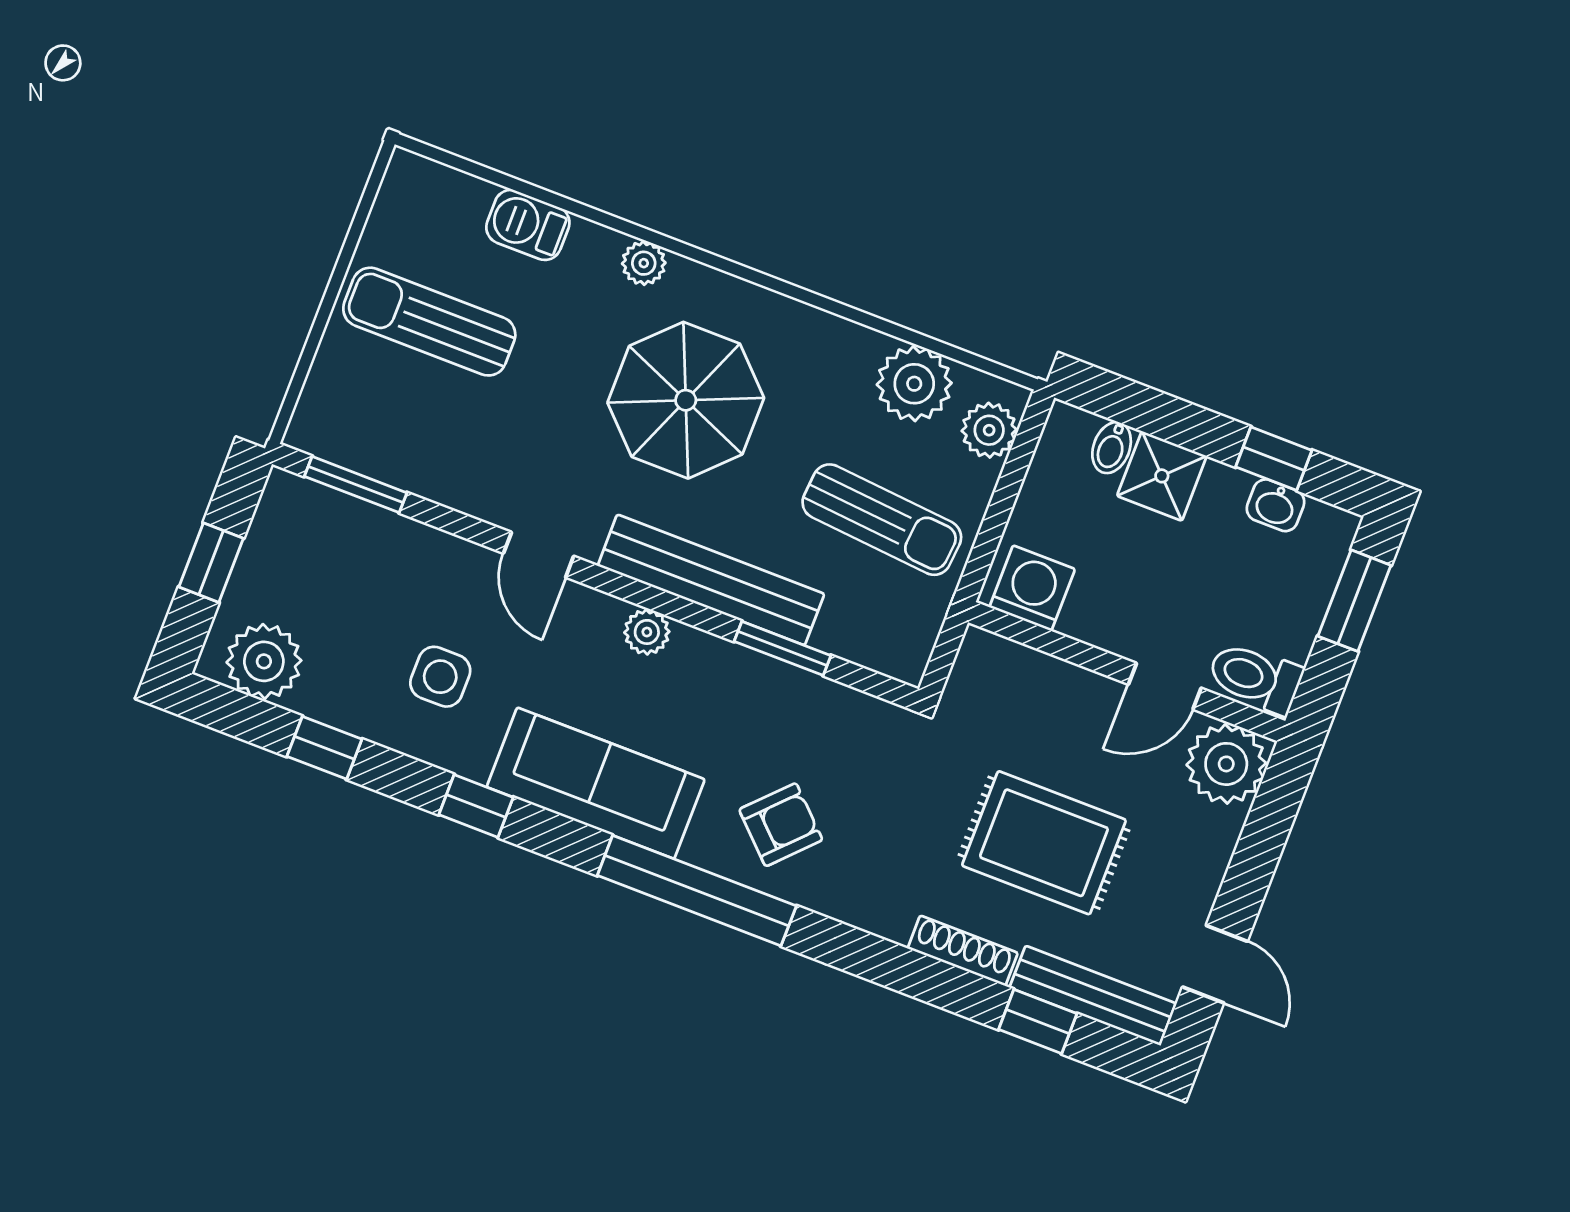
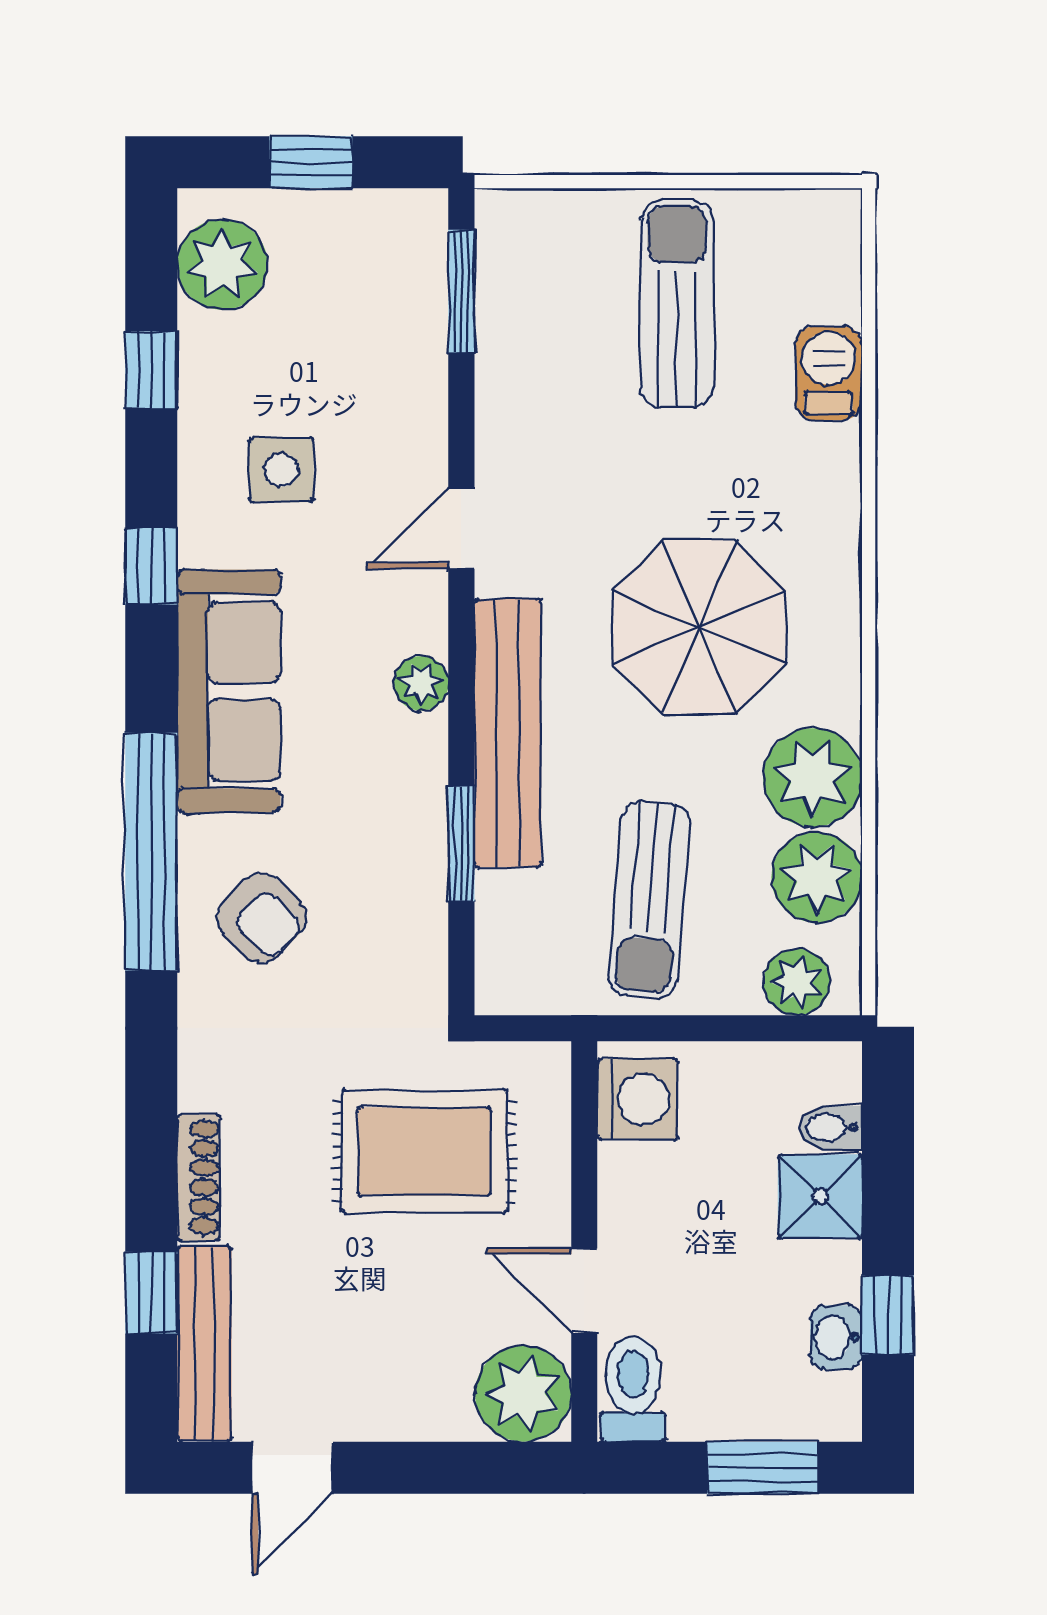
plant: (644, 263) -> (813, 778), moved, width x1.88, depth x1.88
rug: (1044, 843) -> (424, 1152), moved, turned 90

